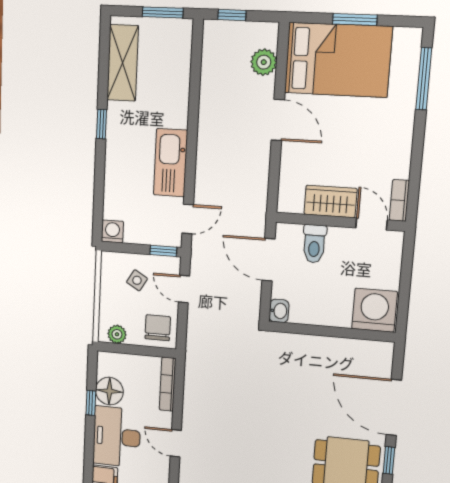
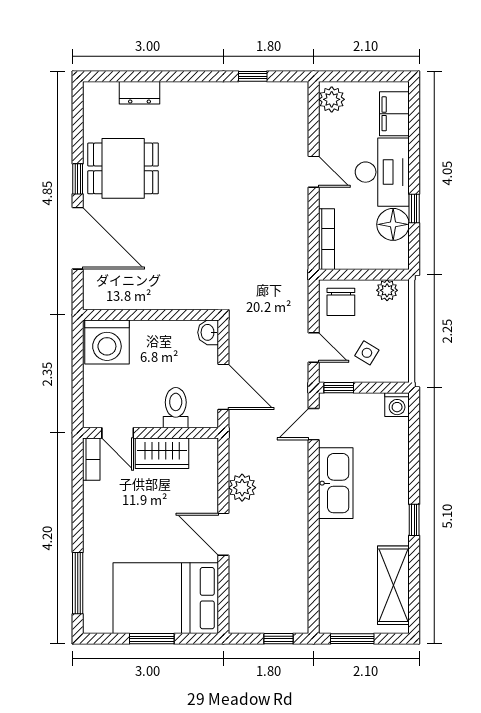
plant: (264, 62) -> (242, 488), moved

